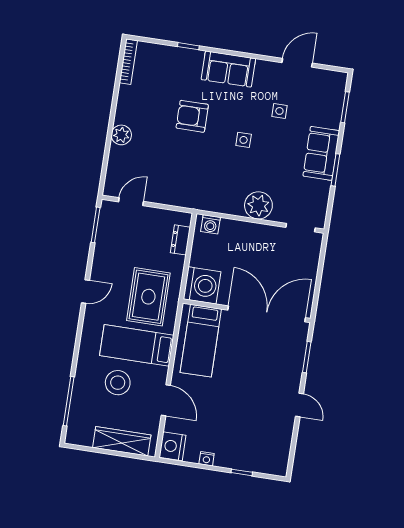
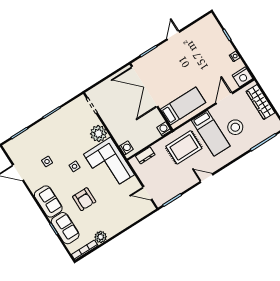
plant: (121, 135) -> (101, 237), moved
sofa: (321, 153) -> (65, 228), moved, turned -90
corner sofa: (209, 185) -> (109, 164), added
washing machine: (202, 285) -> (164, 129), width x0.53, depth x0.53

